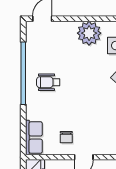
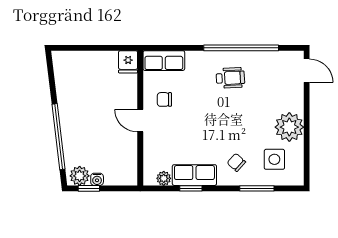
wheelchair: (48, 82) -> (230, 78), turned 87

